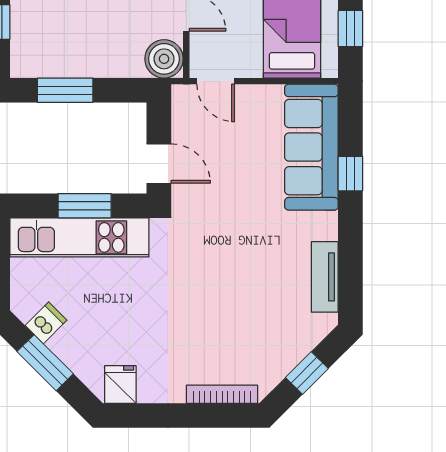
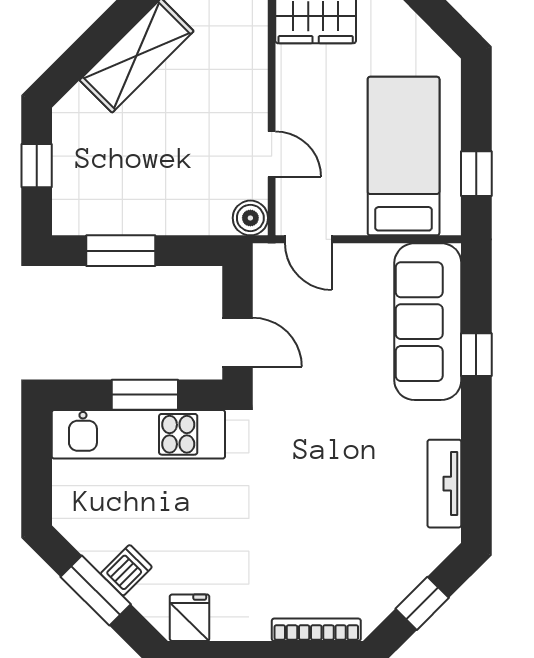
boiler: (164, 59) -> (250, 218), width x0.73, depth x0.73
dishwasher: (46, 323) -> (126, 570), moved

